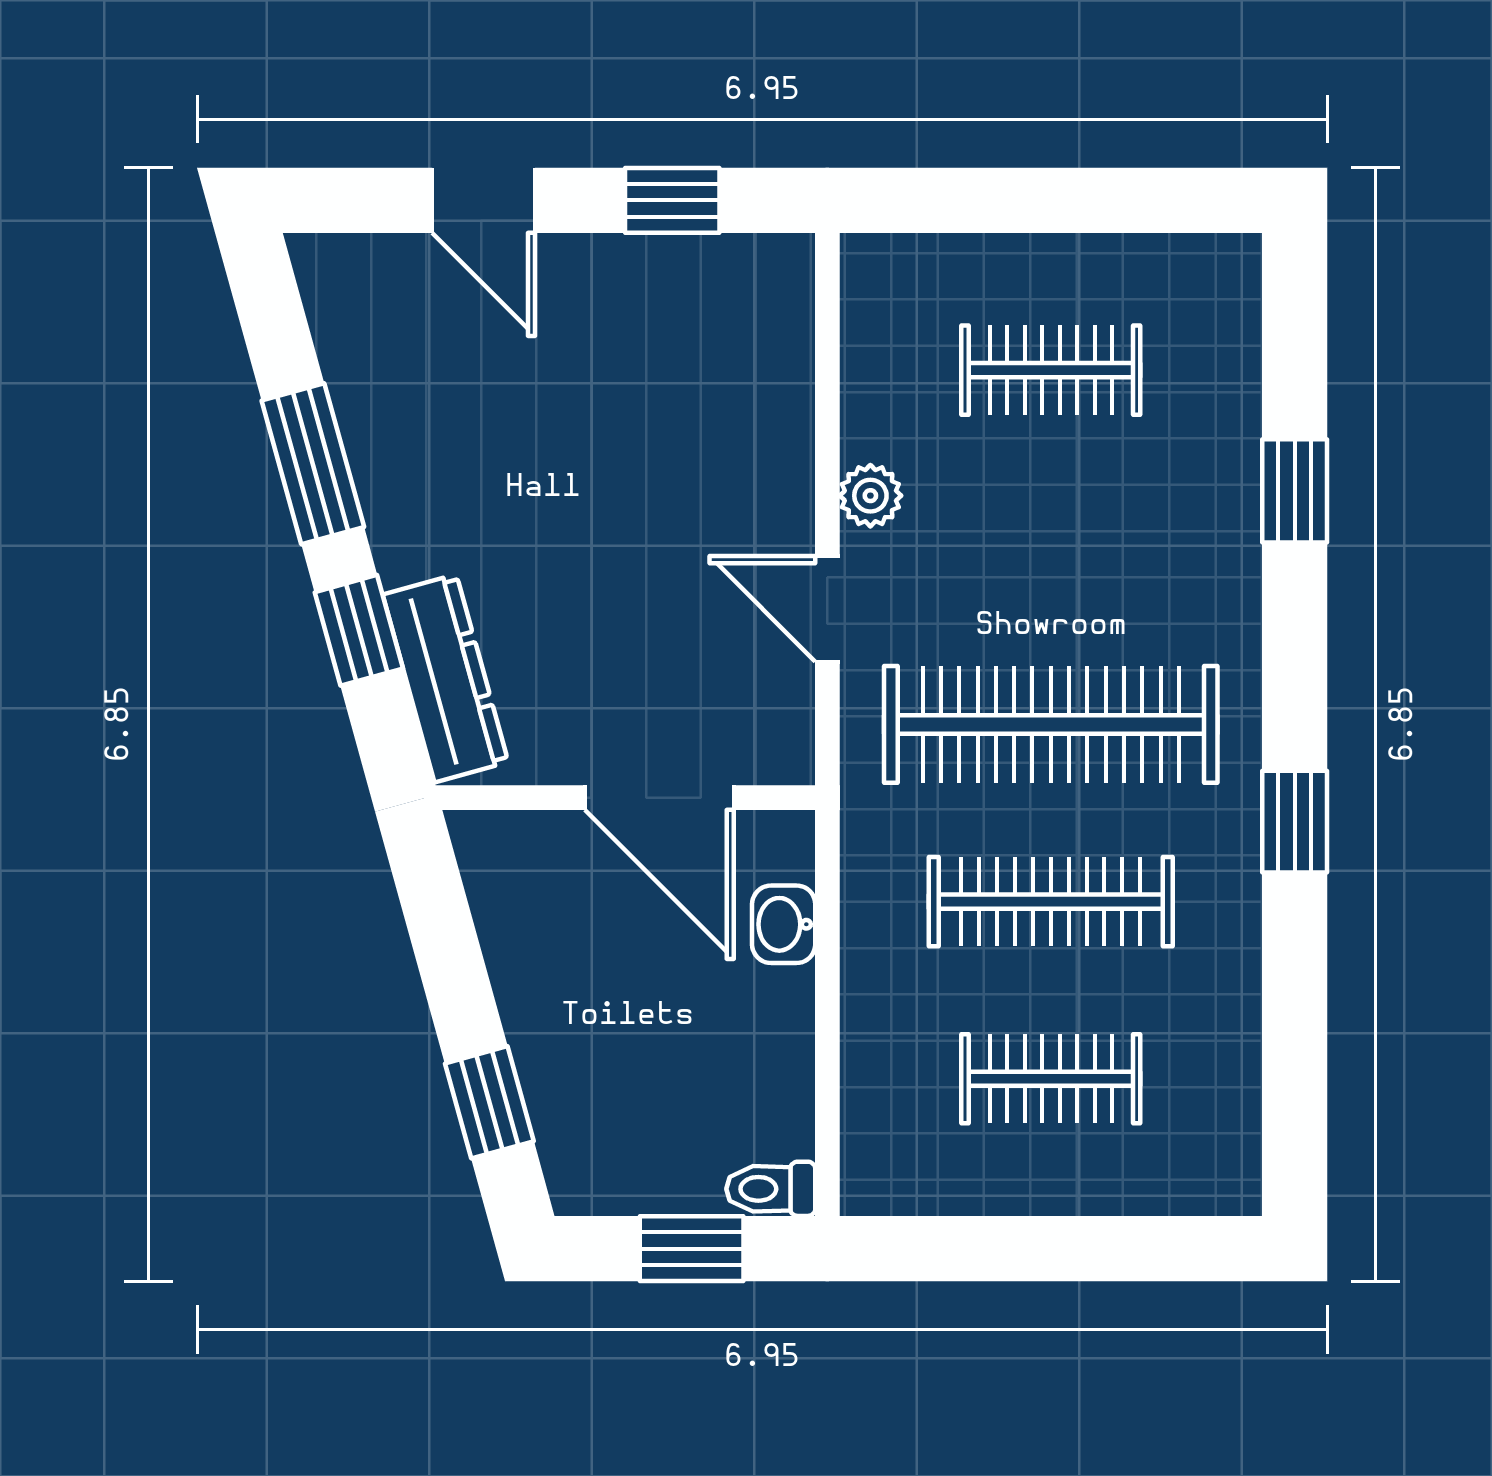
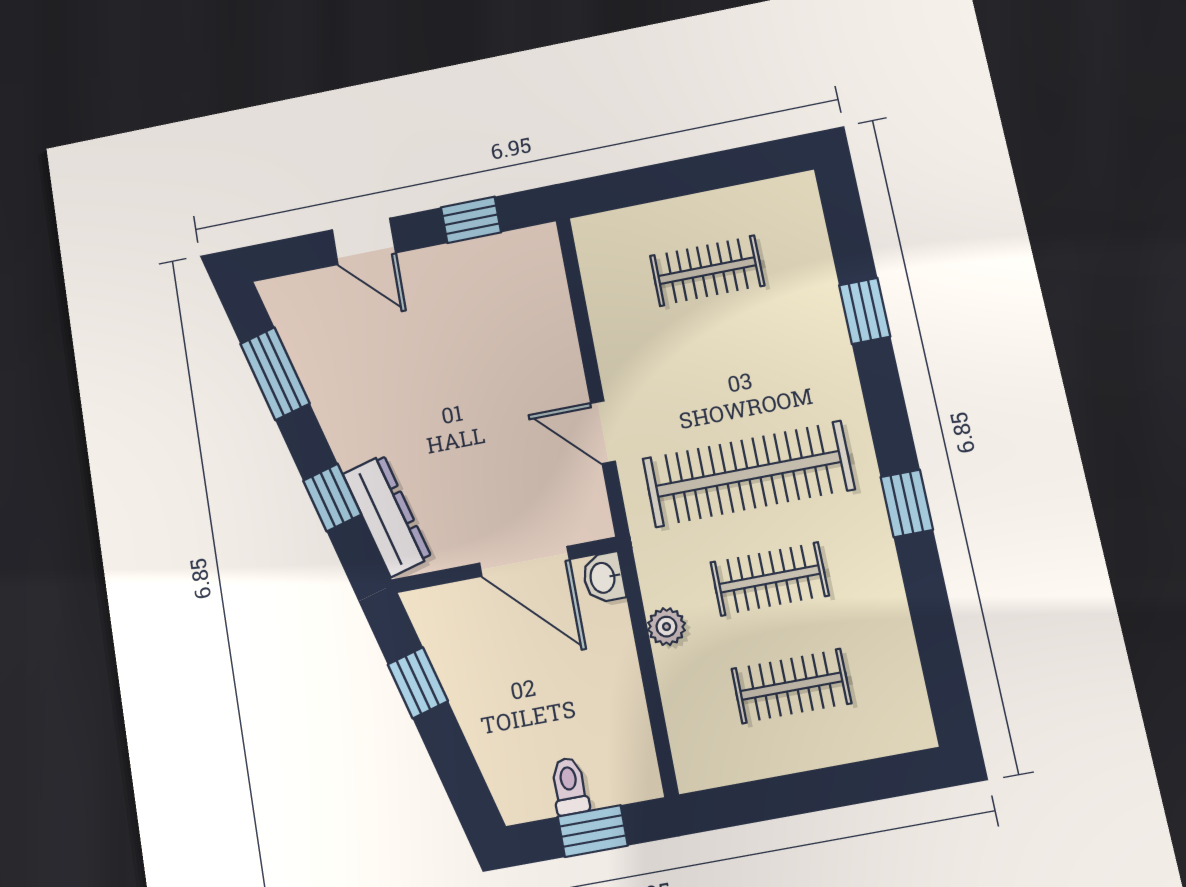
window: (313, 464) -> (275, 374), moved
plant: (870, 496) -> (666, 627), moved
clothes rail: (1051, 902) -> (770, 579), width x0.73
washbasin: (784, 924) -> (604, 578), moved
window: (489, 1102) -> (418, 683), moved
toilet: (771, 1189) -> (569, 786), moved, turned 90

